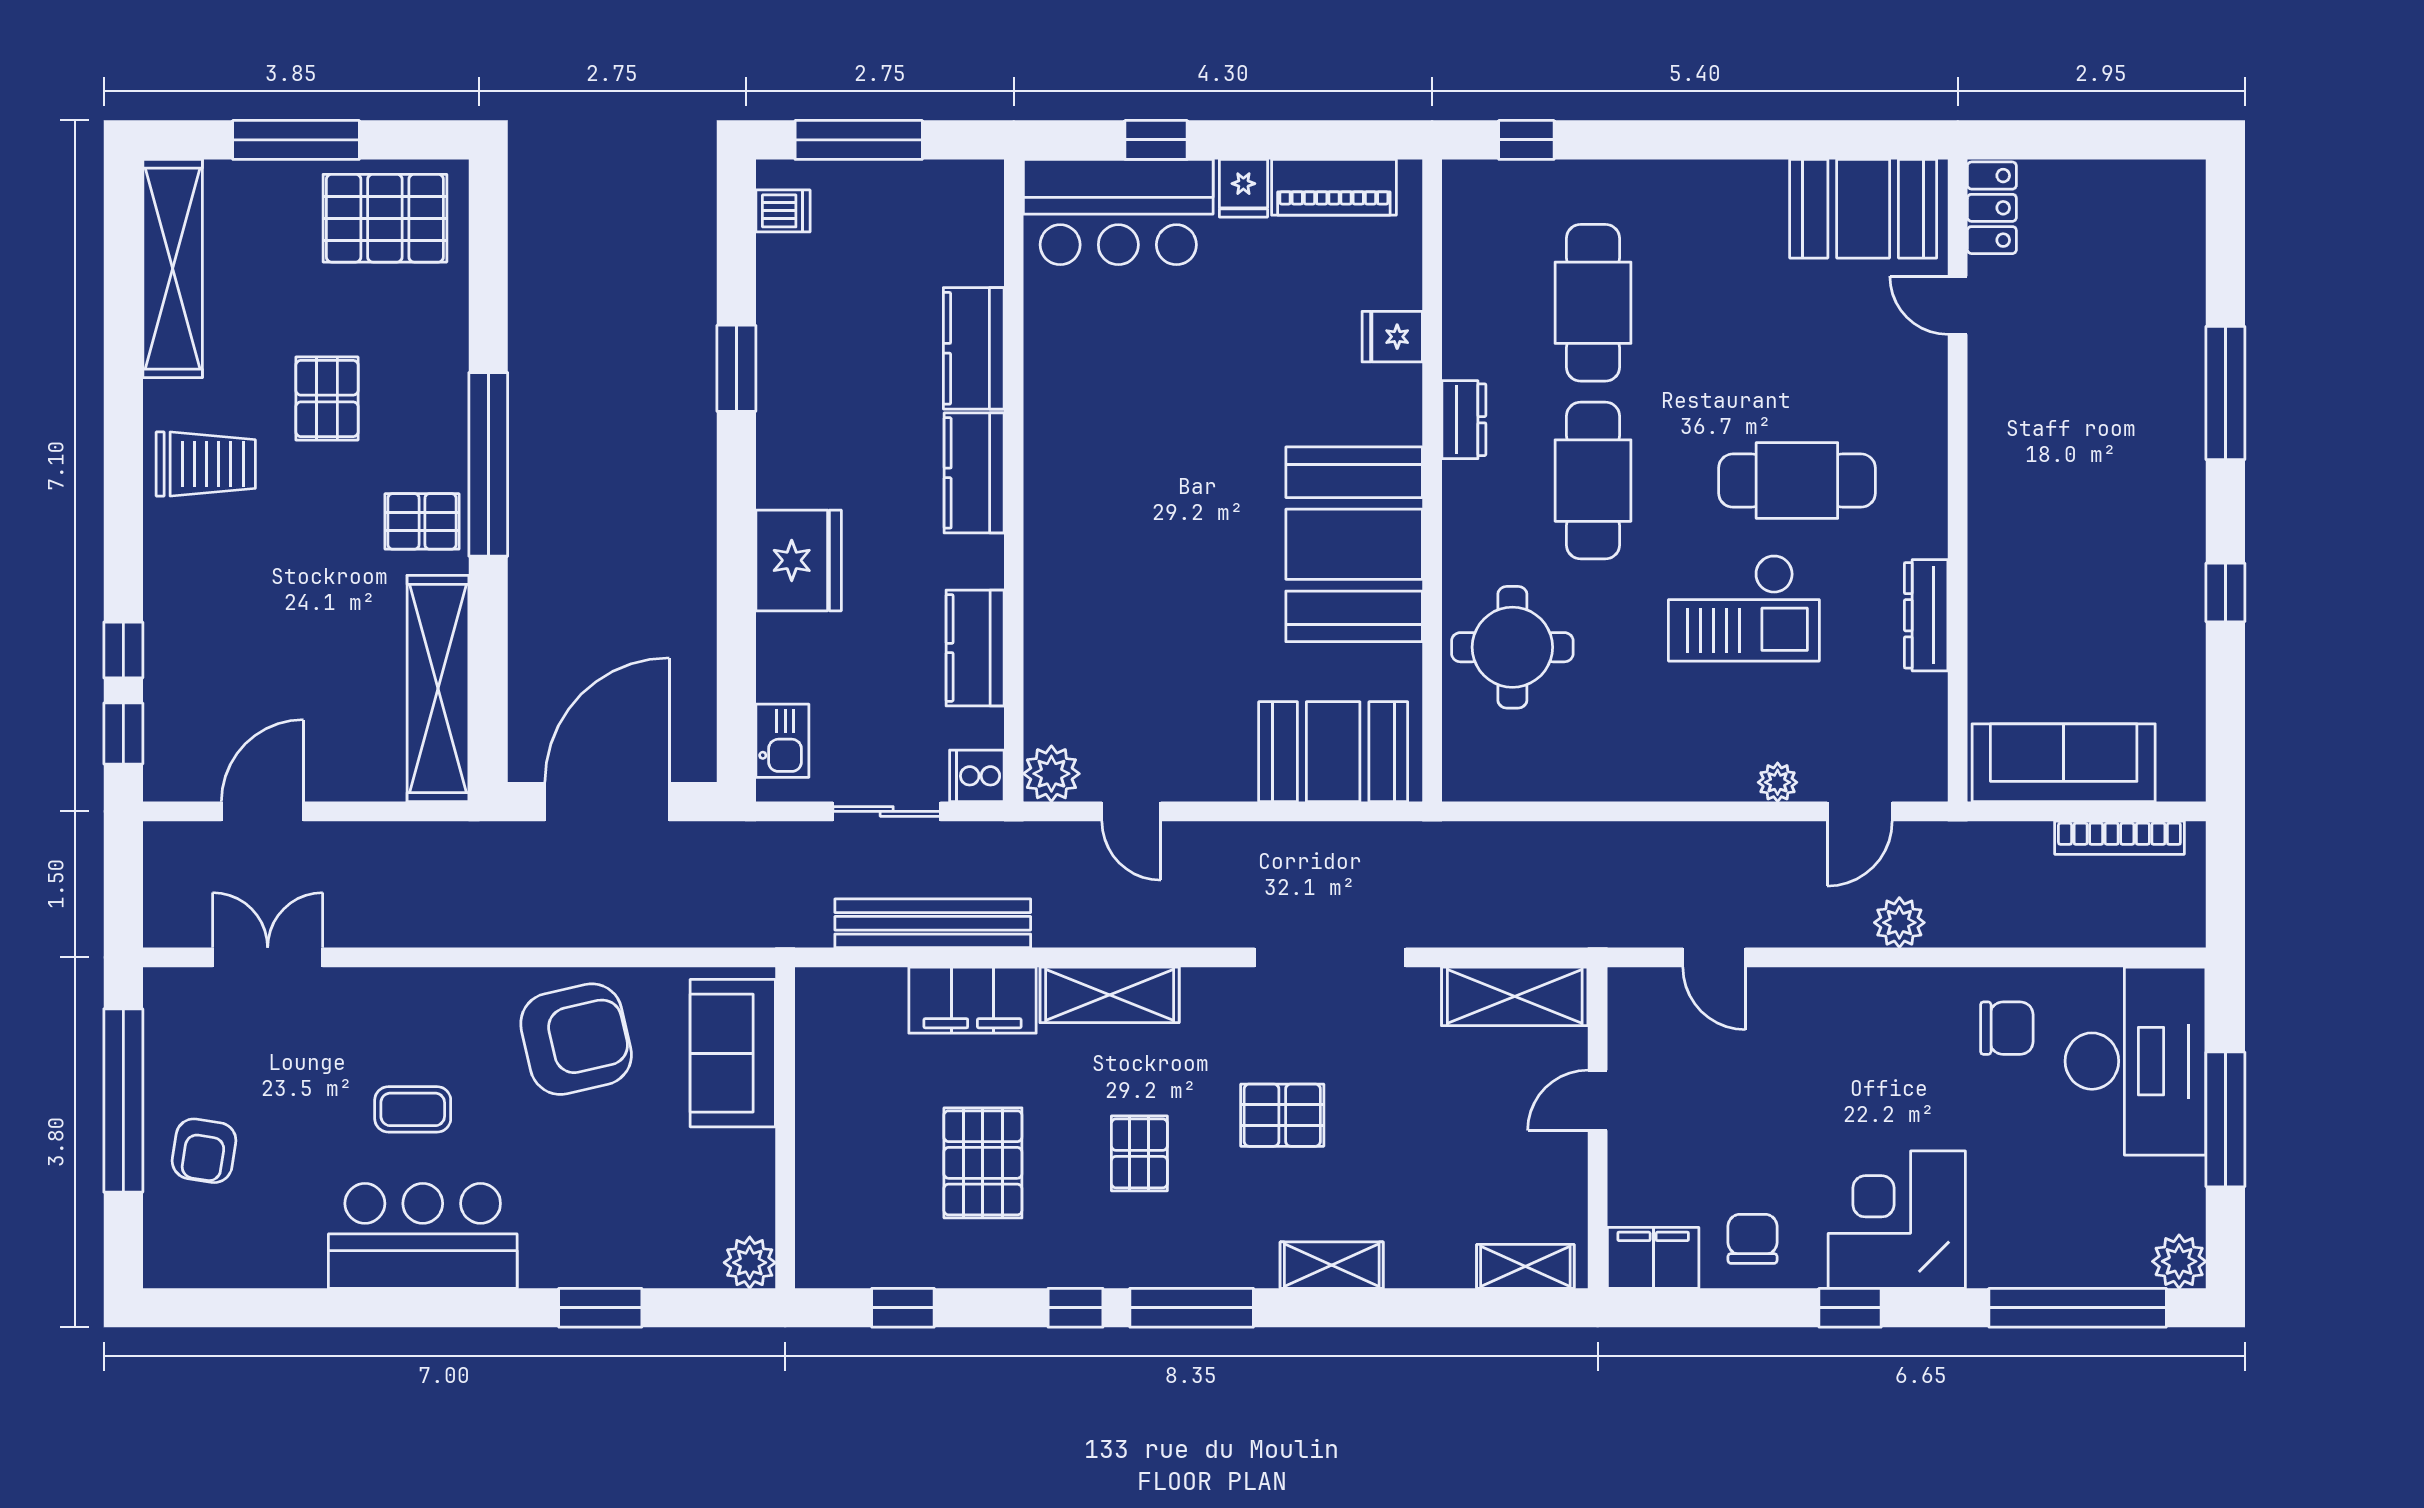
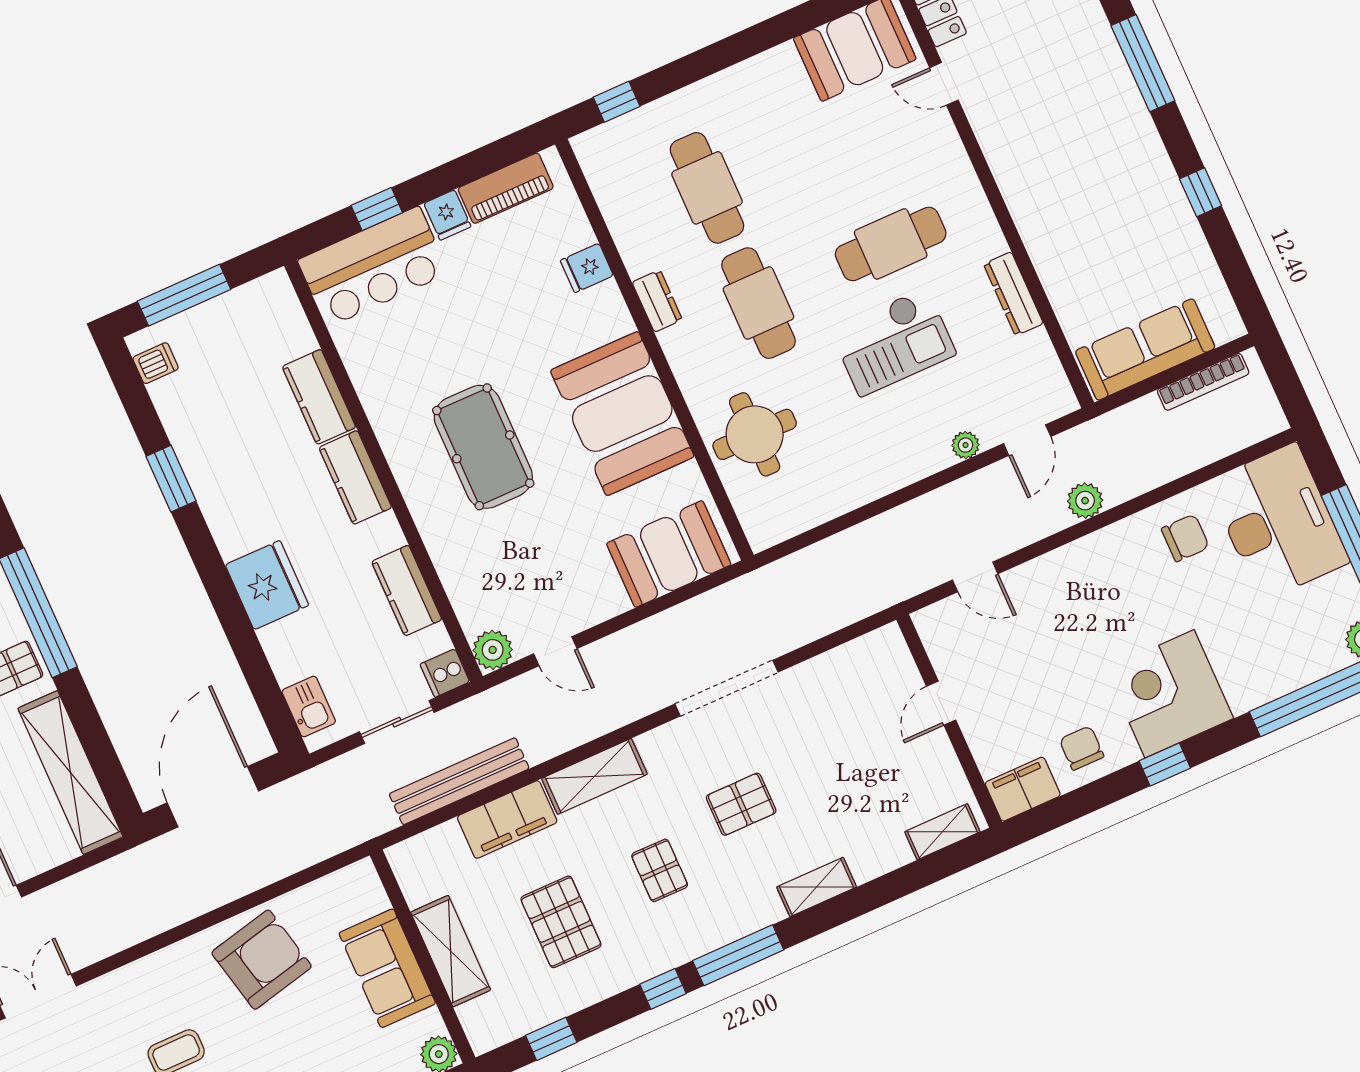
pool table: (1156, 507) -> (483, 447), added
shelving: (1515, 996) -> (451, 951), moved, turned 90
sofa: (733, 1053) -> (387, 968), moved

